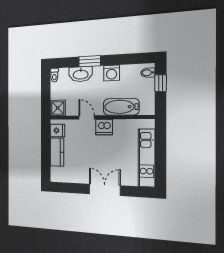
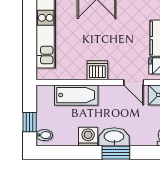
washbasin: (81, 74) -> (114, 137), moved
door: (86, 117) -> (134, 82), moved

